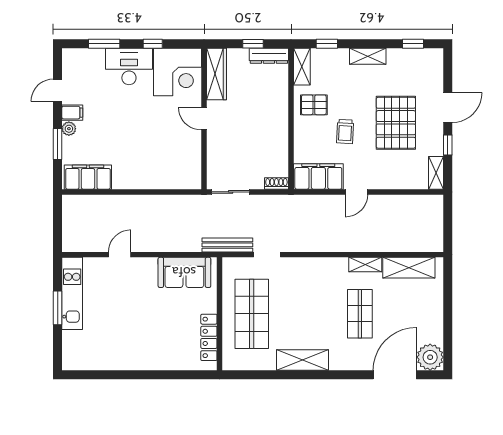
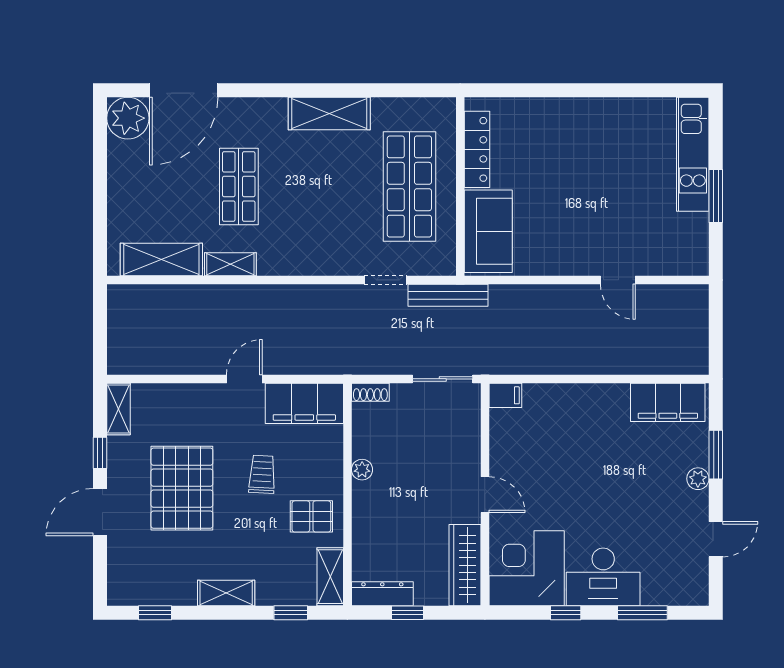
filing cabinet: (72, 113) -> (505, 395), moved, turned 180
plant: (282, 134) -> (362, 470), added
door: (120, 255) -> (618, 280), hinge flipped
sofa: (184, 272) -> (488, 231), moved, turned 90
kitchen unit: (72, 293) -> (693, 154), moved

